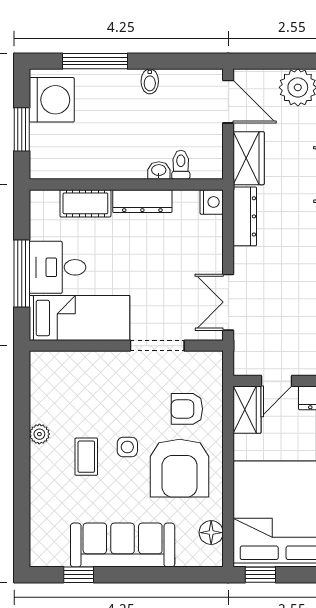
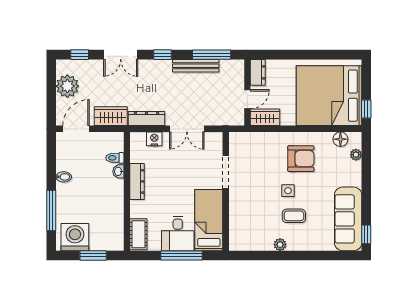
nightstand: (212, 202) -> (154, 139), moved
cot: (85, 203) -> (138, 234), moved
double door: (228, 302) -> (187, 129), moved
door: (276, 381) -> (247, 99), hinge flipped
armchair: (187, 409) -> (265, 154), removed
armchair: (180, 468) -> (301, 159), width x0.73, depth x0.73
sofa: (123, 545) -> (348, 219), moved
plant: (186, 558) -> (356, 155), added
window: (79, 575) -> (366, 234), moved

